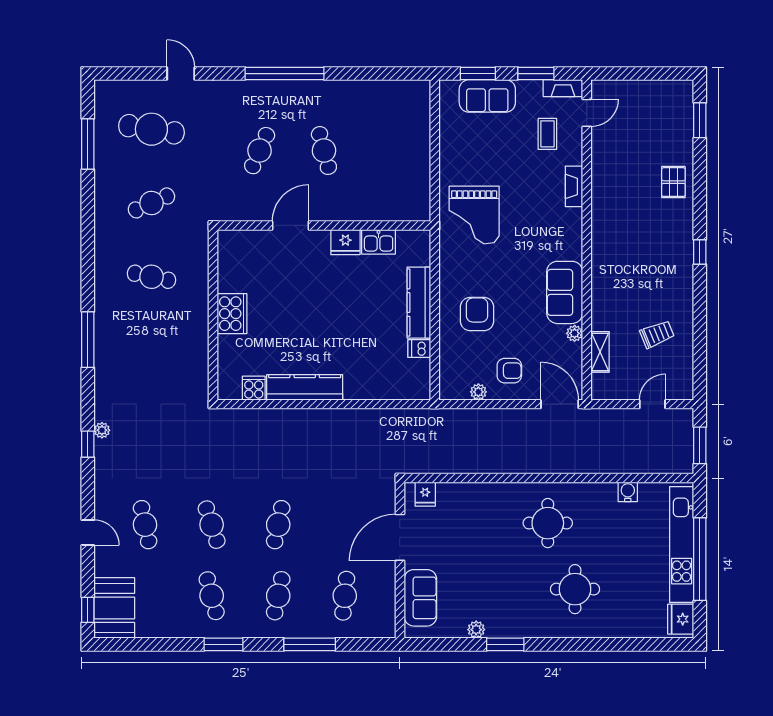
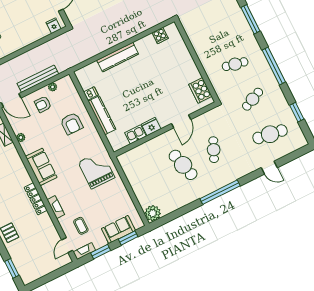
plant: (416, 95) -> (153, 213), added
window: (88, 144) -> (297, 112), width x0.69
cafe table: (324, 151) -> (183, 165), width x1.37, depth x1.35
locker: (601, 217) -> (36, 199), added
window: (88, 241) -> (274, 66), added
sofa: (565, 292) -> (41, 167), moved
cooker: (232, 314) -> (200, 90), moved
kitchen counter: (305, 387) -> (118, 57), moved
bench: (496, 418) -> (38, 79), added

